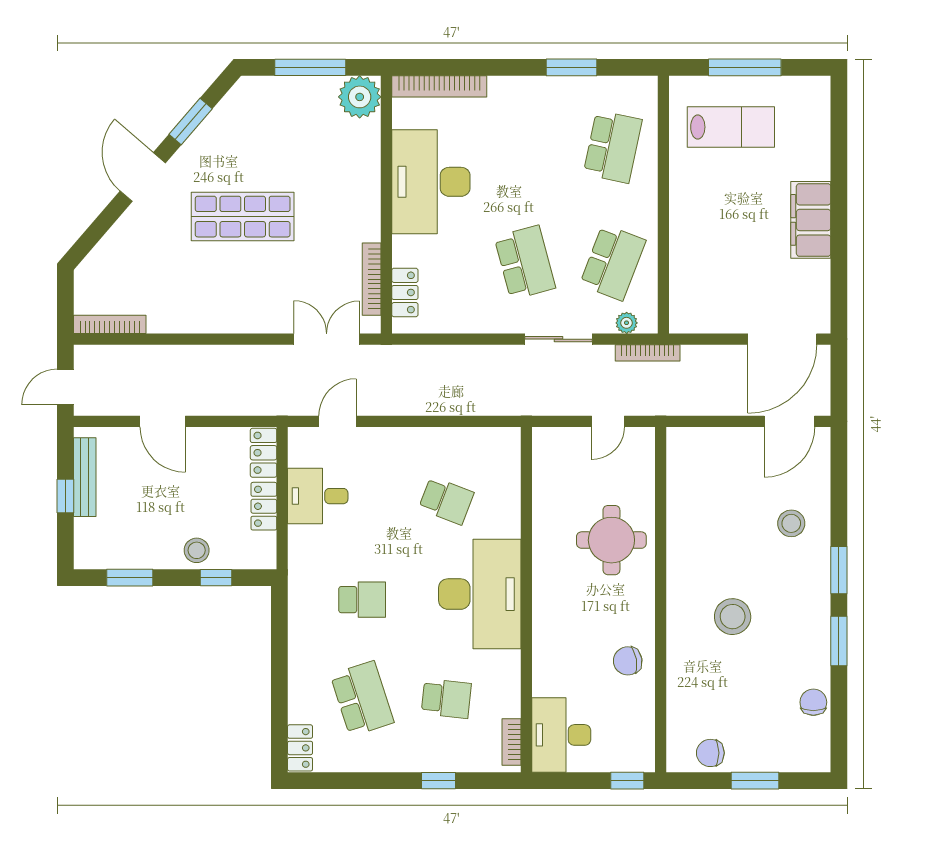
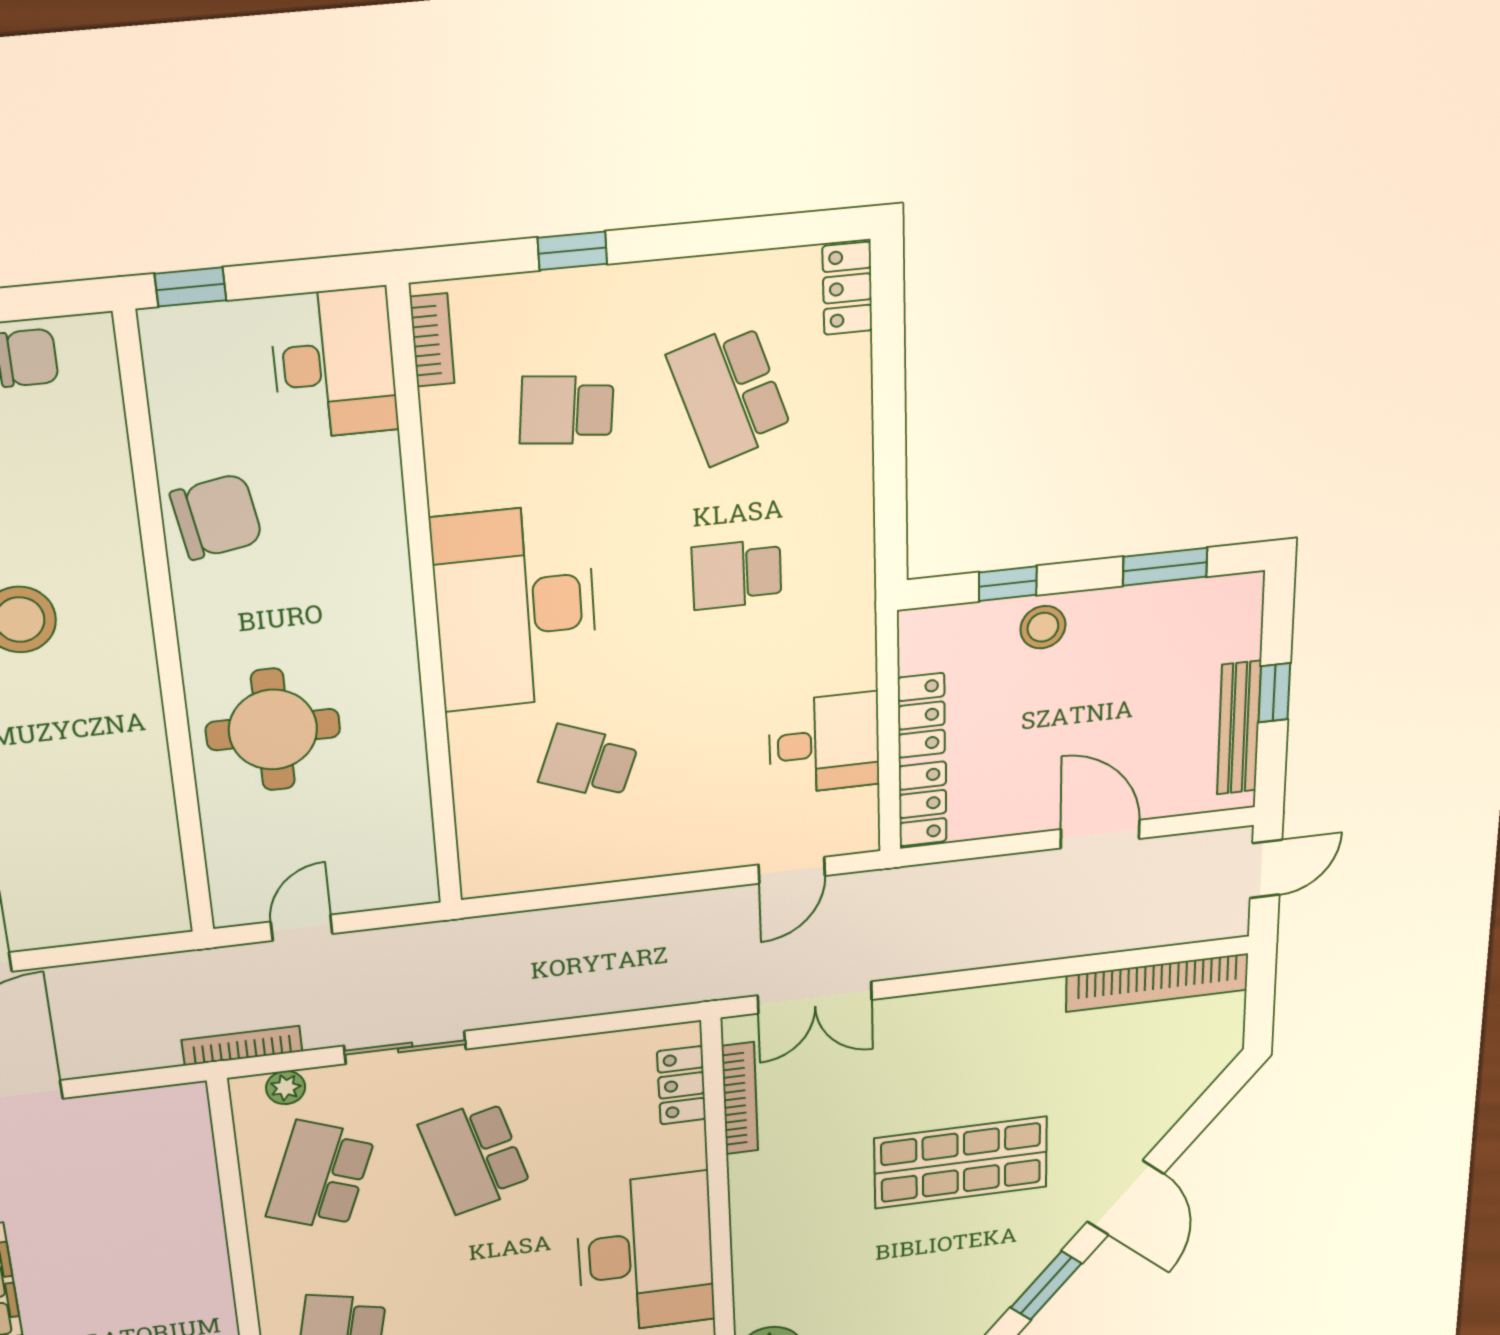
bookcase: (110, 324) -> (1157, 983), width x1.48, depth x1.31
chair: (628, 661) -> (217, 517), width x1.37, depth x1.37

